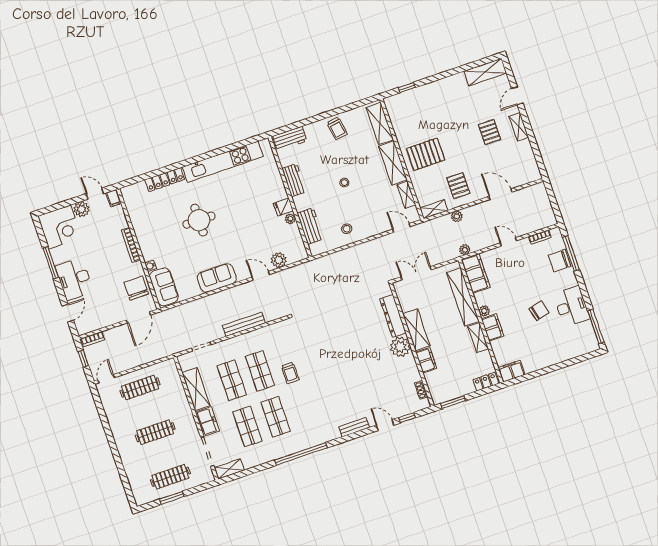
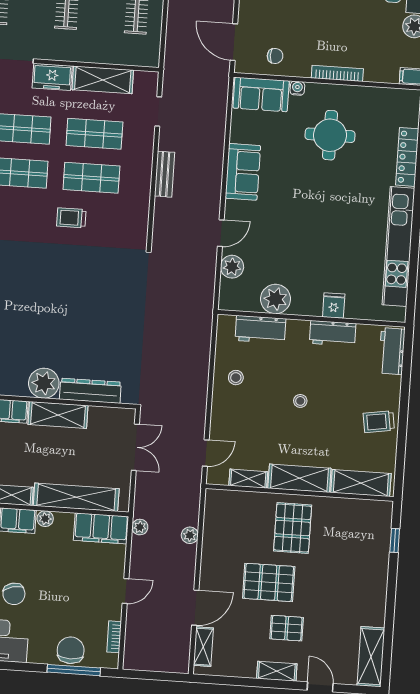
pallet: (458, 186) -> (269, 582), moved, width x1.50, depth x1.42
fridge: (283, 207) -> (334, 305), moved
shelving: (434, 209) -> (203, 647), moved
plant: (290, 219) -> (276, 299), width x1.87, depth x1.87
round table: (199, 220) -> (330, 135), moved
chair: (136, 288) -> (275, 56), width x0.54, depth x0.54
bench: (244, 324) -> (165, 174), width x0.73

